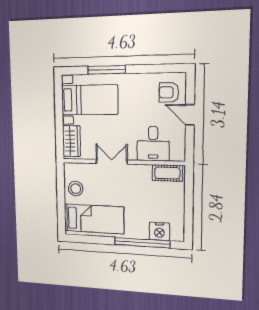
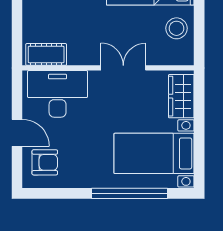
window: (106, 70) -> (130, 193), width x1.46
desk: (153, 144) -> (58, 94), width x1.37
double door: (112, 162) -> (123, 68), swing flipped

